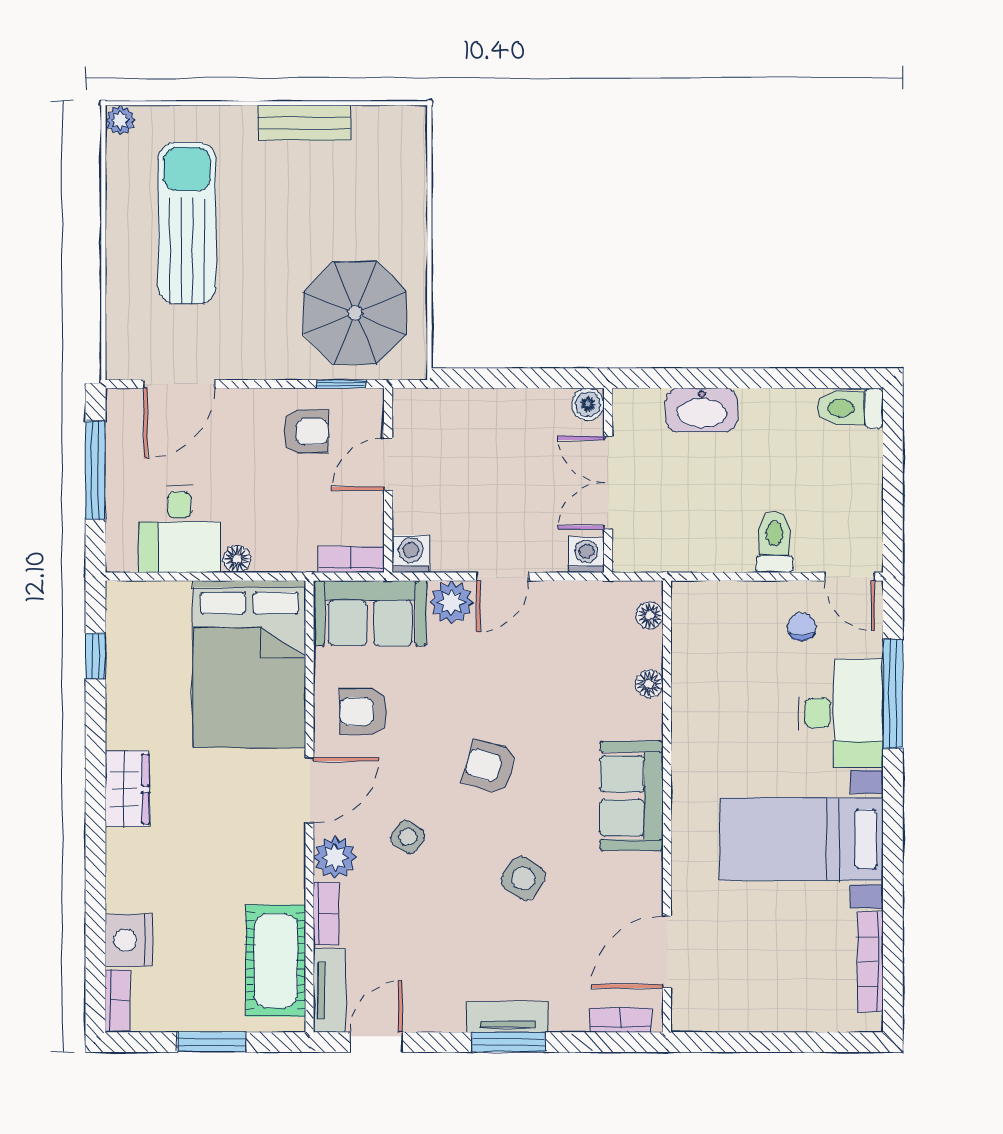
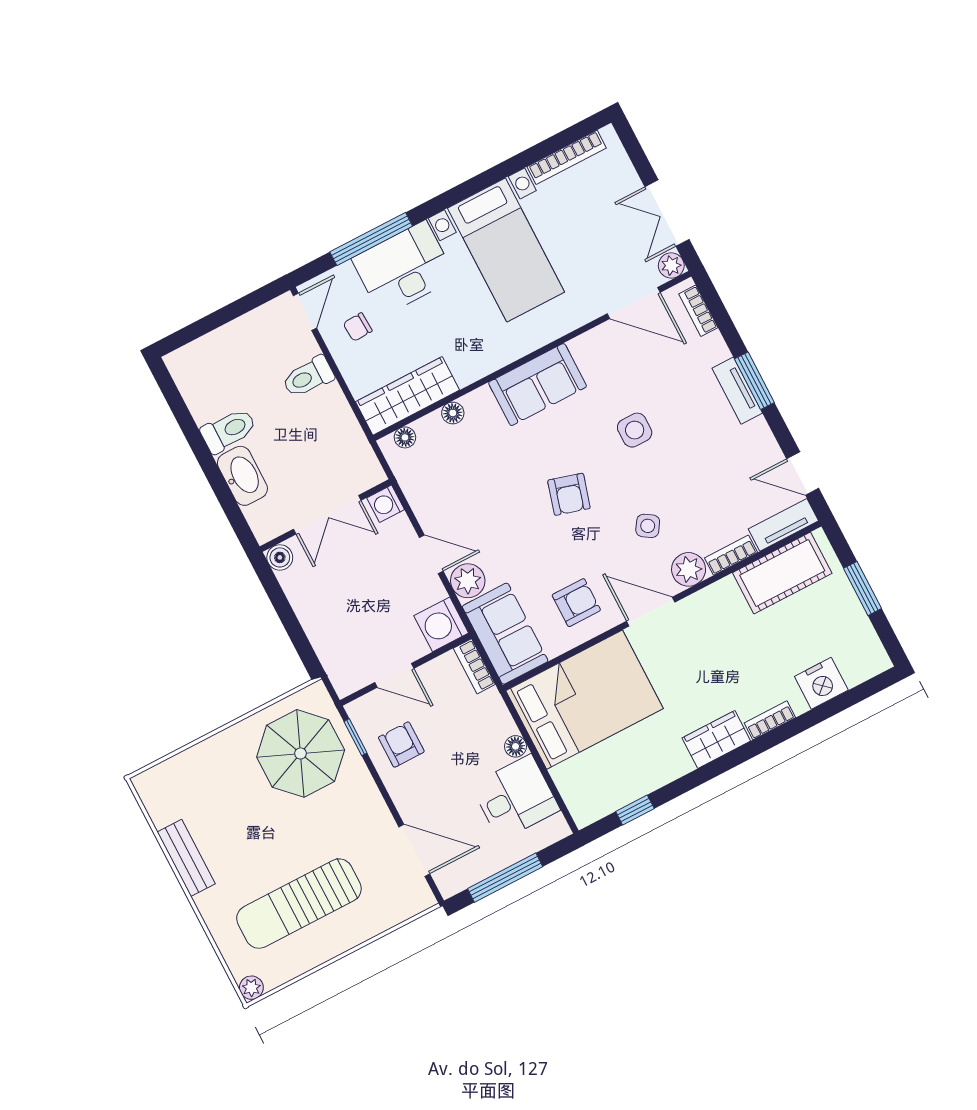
toilet: (850, 408) -> (229, 430), moved, turned -90
washing machine: (411, 554) -> (441, 624), width x1.38, depth x1.38
wardrobe: (695, 643) -> (407, 396), added
armchair: (363, 712) -> (576, 603), turned -90
side table: (523, 878) -> (635, 430), turned -34
bookcase: (117, 1000) -> (770, 720), moved
plant: (687, 1016) -> (671, 265), added
double door: (749, 1042) -> (667, 213), added

